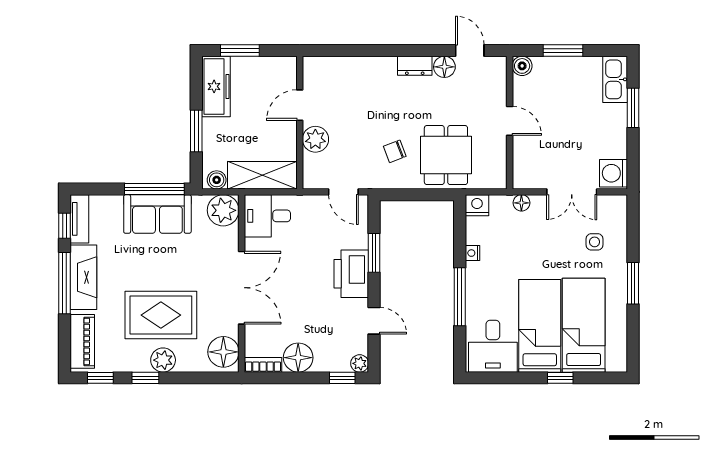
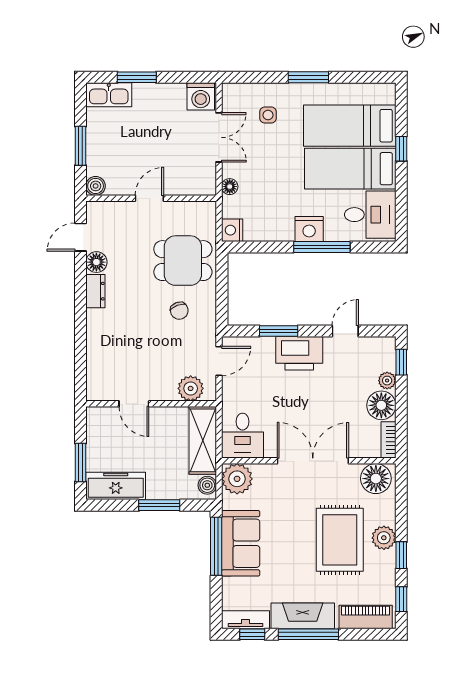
plant: (315, 139) -> (191, 388), moved
nightstand: (473, 253) -> (309, 229), moved, width x1.89, depth x1.79
plant: (360, 363) -> (387, 381), moved

